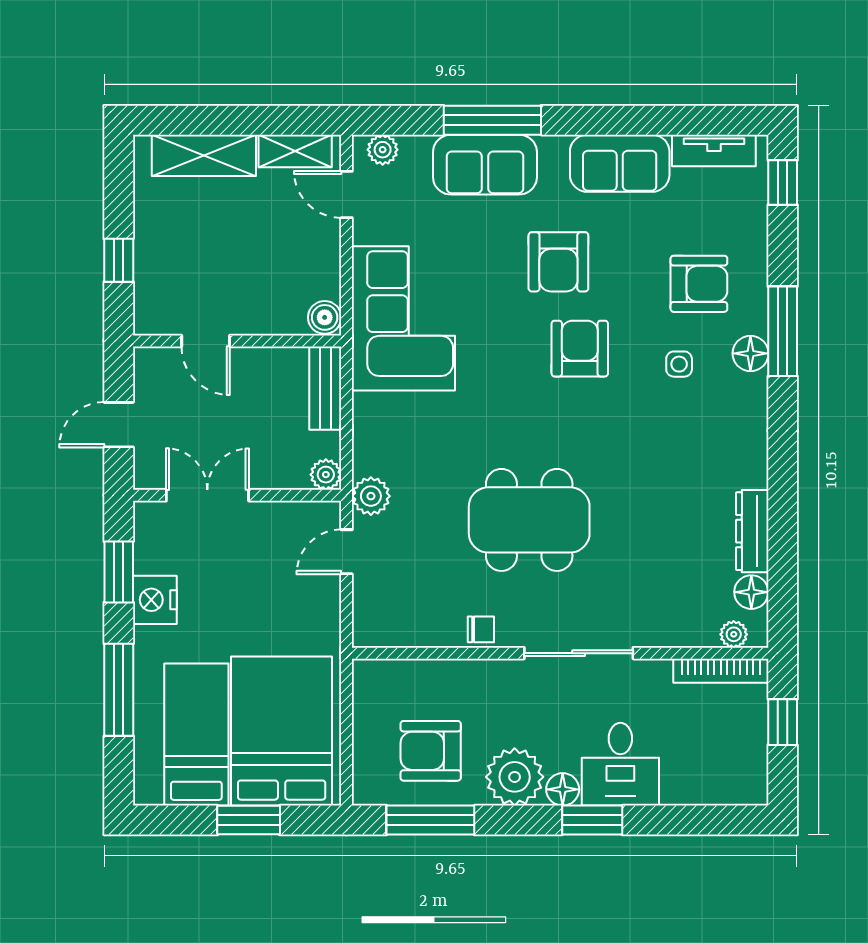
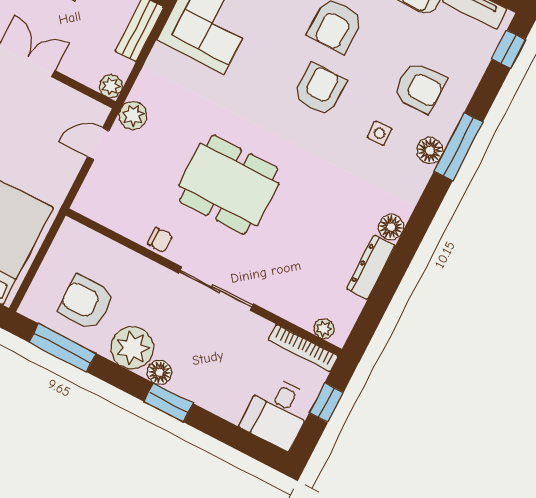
floor lamp: (751, 592) -> (391, 227), moved
desk: (620, 764) -> (277, 412), moved

